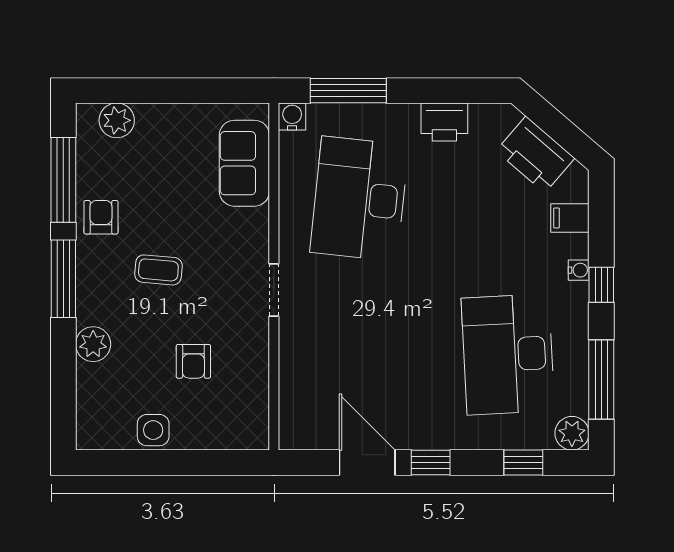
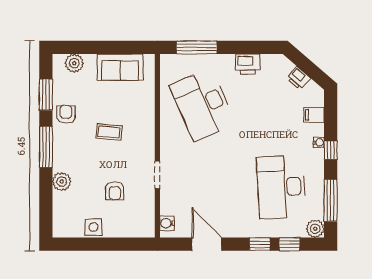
water cooler: (292, 116) -> (167, 223), moved, turned -90
printer: (535, 155) -> (298, 78), width x0.53, depth x0.68
sofa: (244, 163) -> (120, 67), moved, turned -90
window: (63, 180) -> (46, 95), width x0.69
desk: (359, 199) -> (203, 105), turned -30
coffee table: (158, 270) -> (109, 132), moved
doorway: (274, 290) -> (157, 175), moved
window: (431, 462) -> (260, 244), moved

